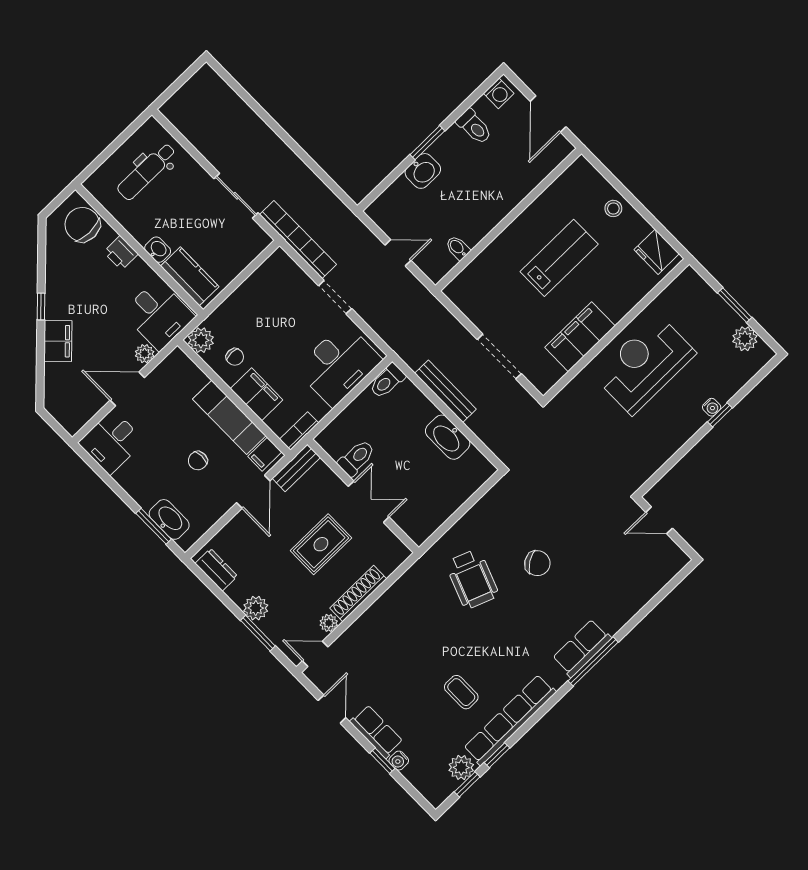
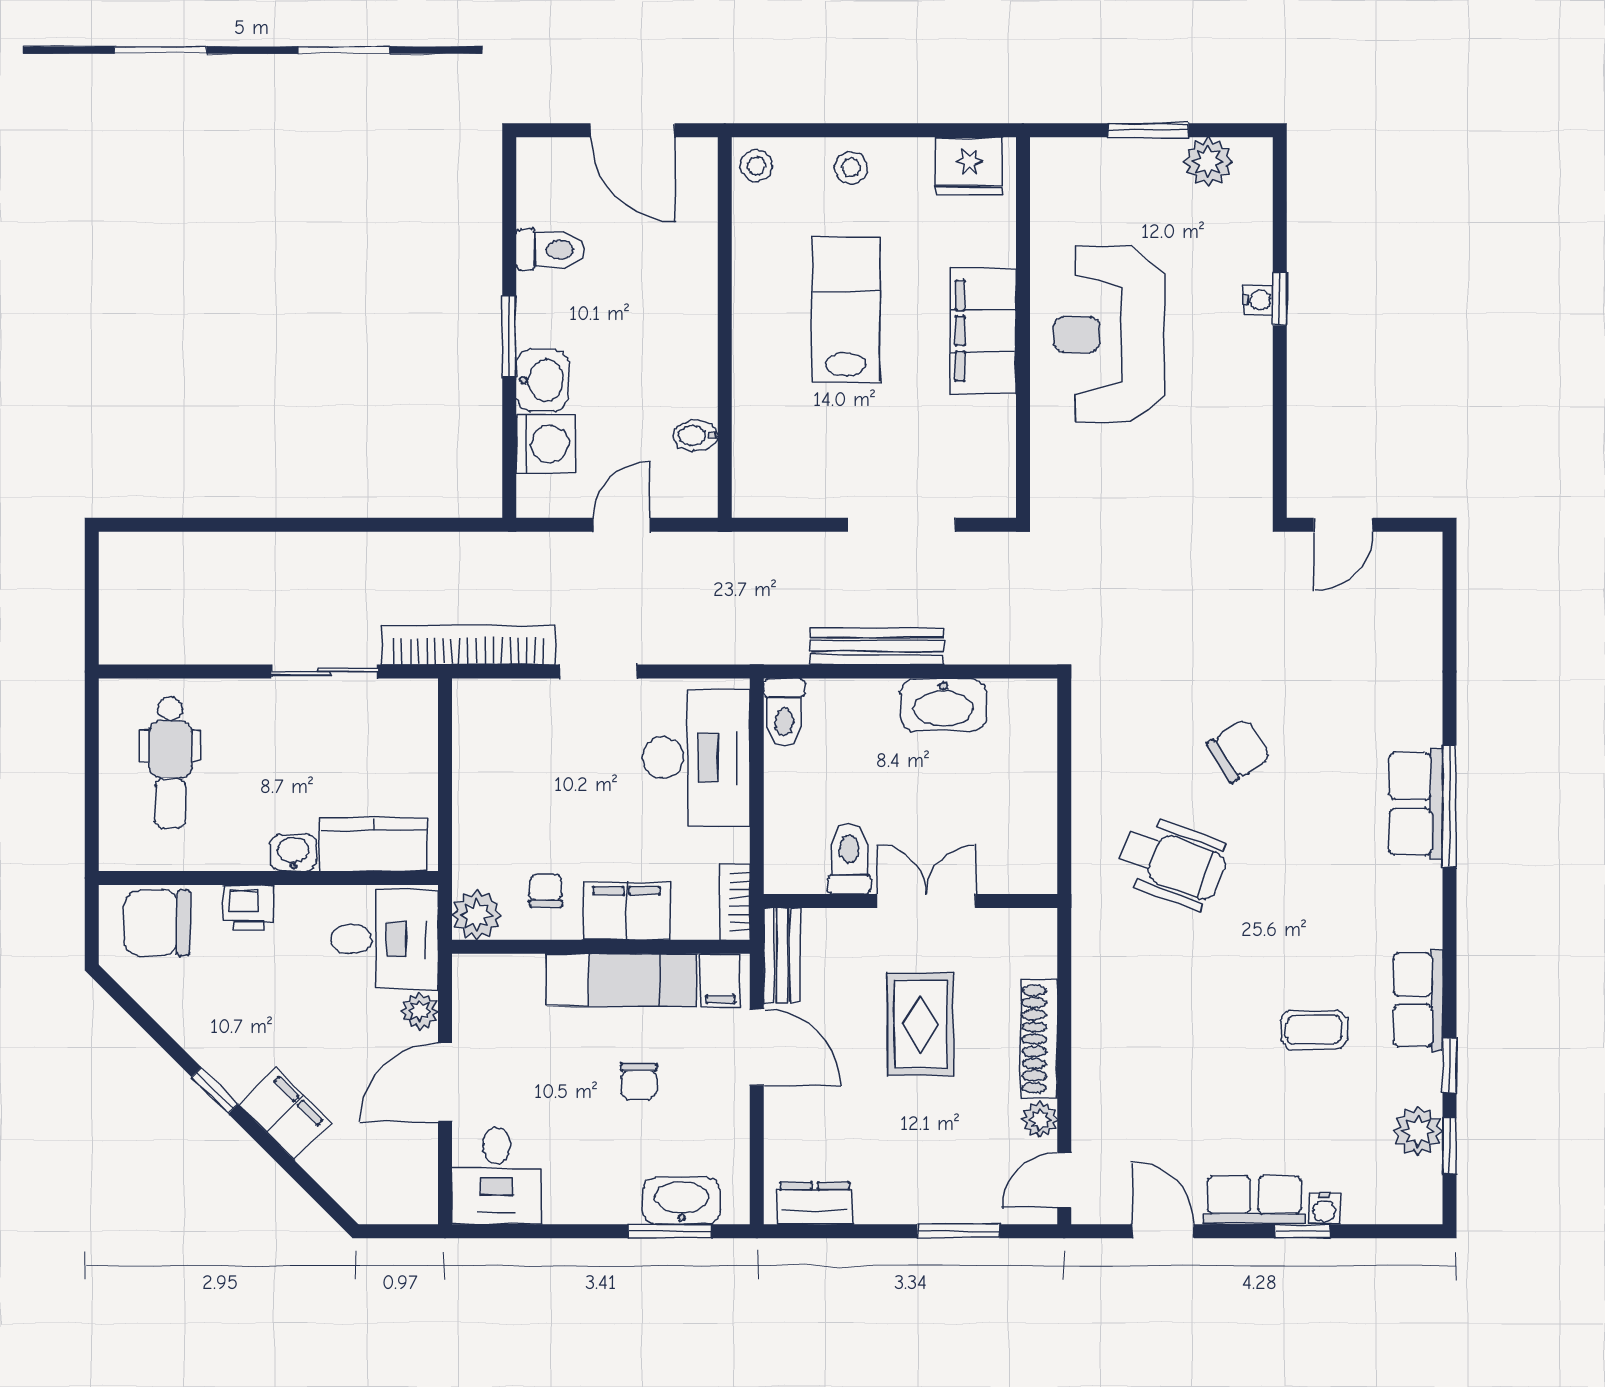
washing machine: (499, 93) -> (545, 444), moved, width x1.38, depth x1.38
stool: (580, 173) -> (756, 166), added
filing cabinet: (580, 337) -> (983, 331), moved
chair: (235, 357) -> (546, 891), turned -90
plant: (256, 608) -> (921, 1200), removed
row of seats: (510, 720) -> (1418, 1000), width x0.50

